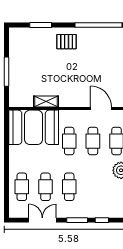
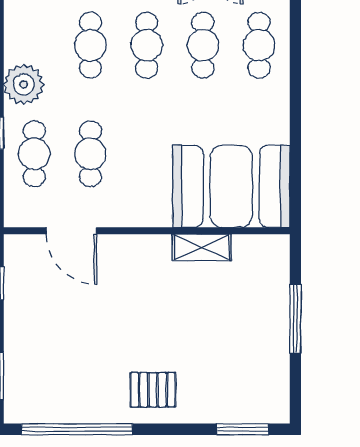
window: (41, 25) -> (242, 429), moved
cafe table: (69, 141) -> (90, 45), moved

